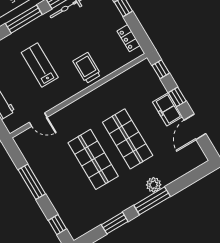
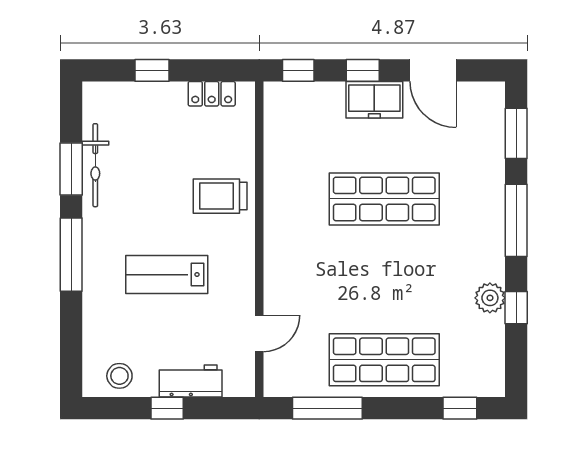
shop shelf: (93, 159) -> (384, 360), moved
window: (189, 179) -> (516, 133), added
window: (32, 182) -> (327, 408), moved
plant: (154, 185) -> (490, 298), moved
window: (115, 223) -> (516, 308), width x0.67

